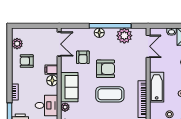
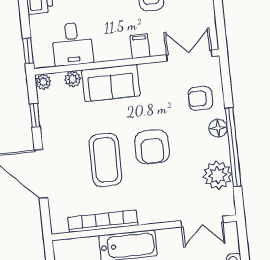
double door: (59, 44) -> (189, 56), swing flipped
armchair: (83, 57) -> (200, 98), moved
floor lamp: (52, 81) -> (120, 50), removed

